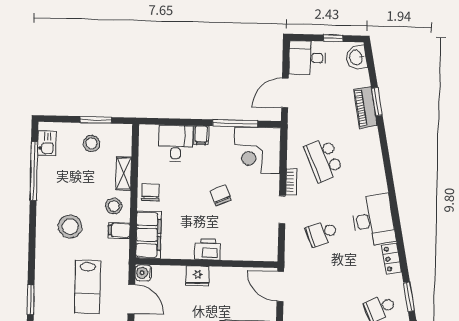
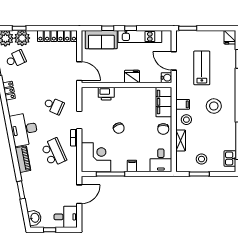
piano: (365, 107) -> (23, 159), moved
desk: (176, 143) -> (161, 160), moved
desk: (373, 220) -> (24, 129), moved
school desk: (322, 233) -> (54, 106), turned 45
printer: (208, 249) -> (106, 94), moved

